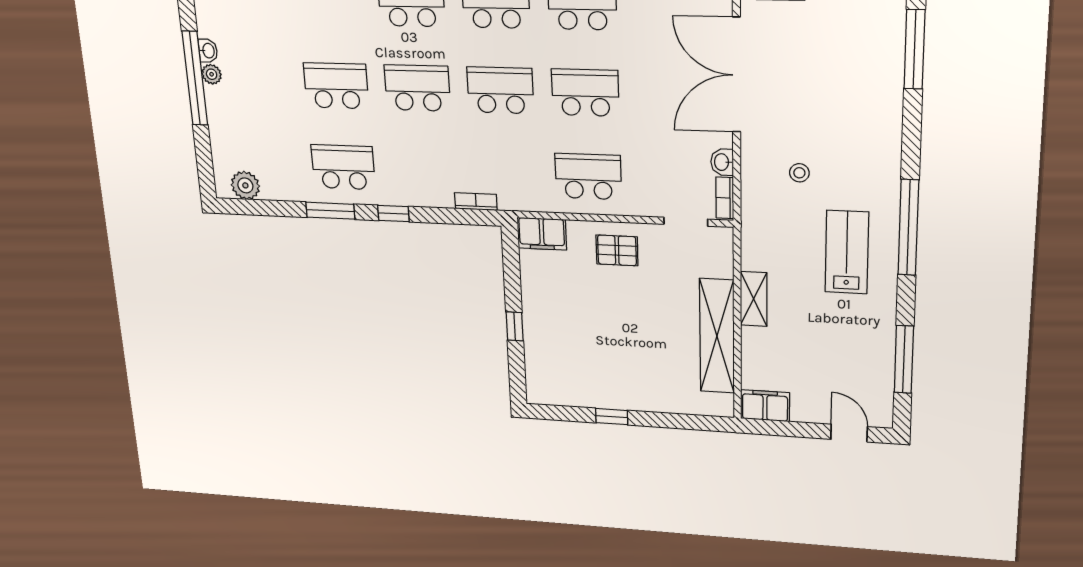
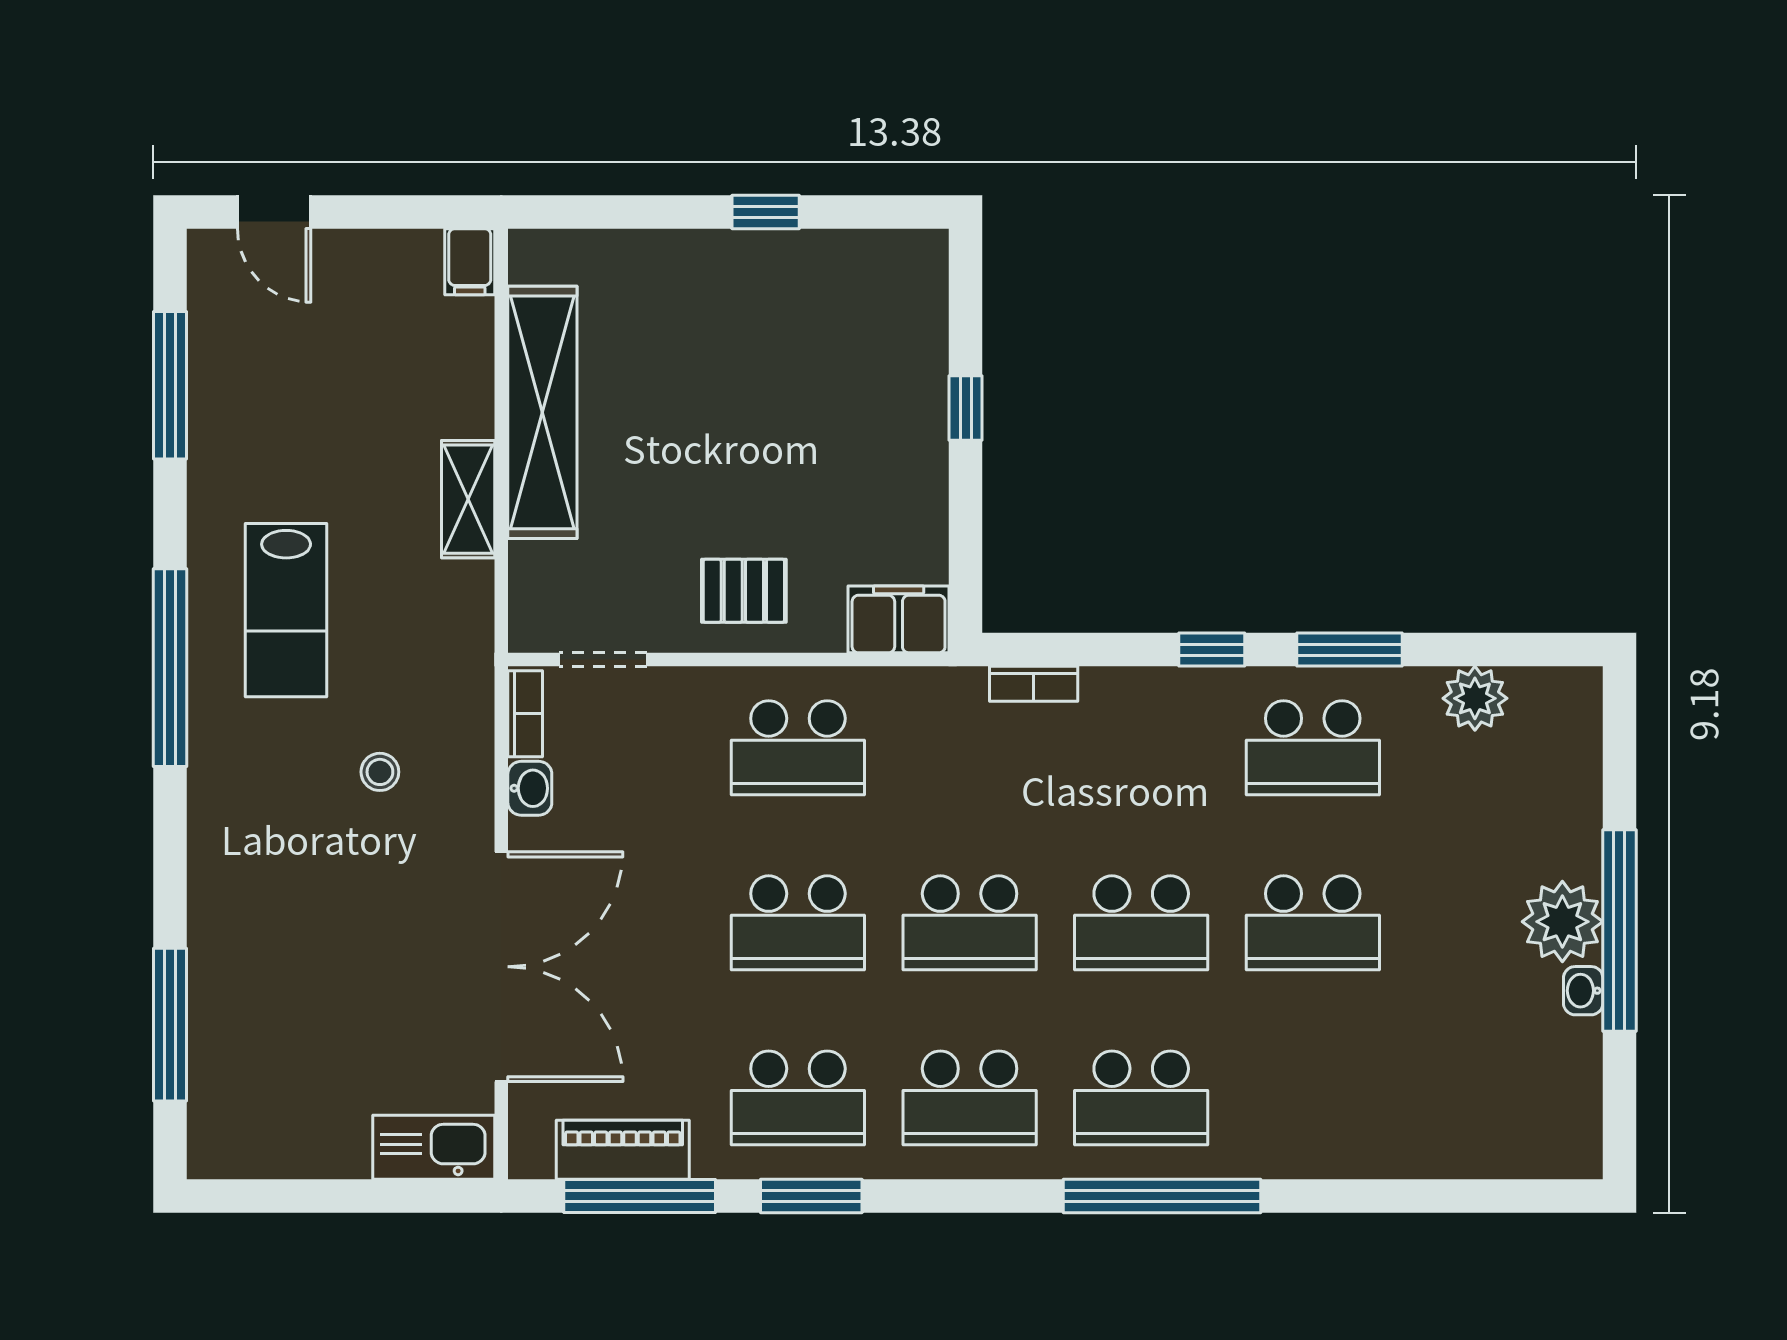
plant: (212, 74) -> (1562, 922), width x1.88, depth x1.88
plant: (245, 185) -> (1475, 698), moved
filing cabinet: (765, 406) -> (470, 262), width x0.50

